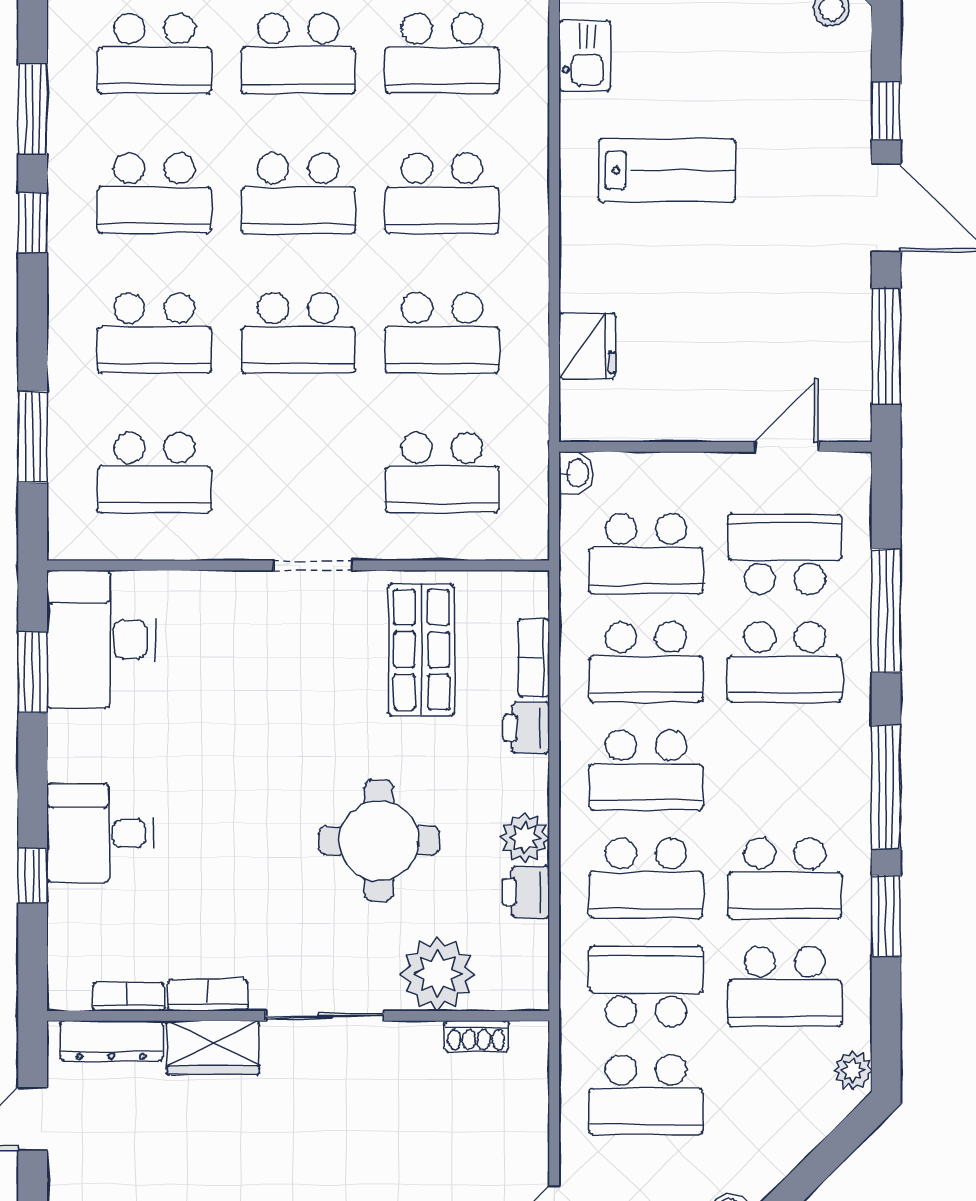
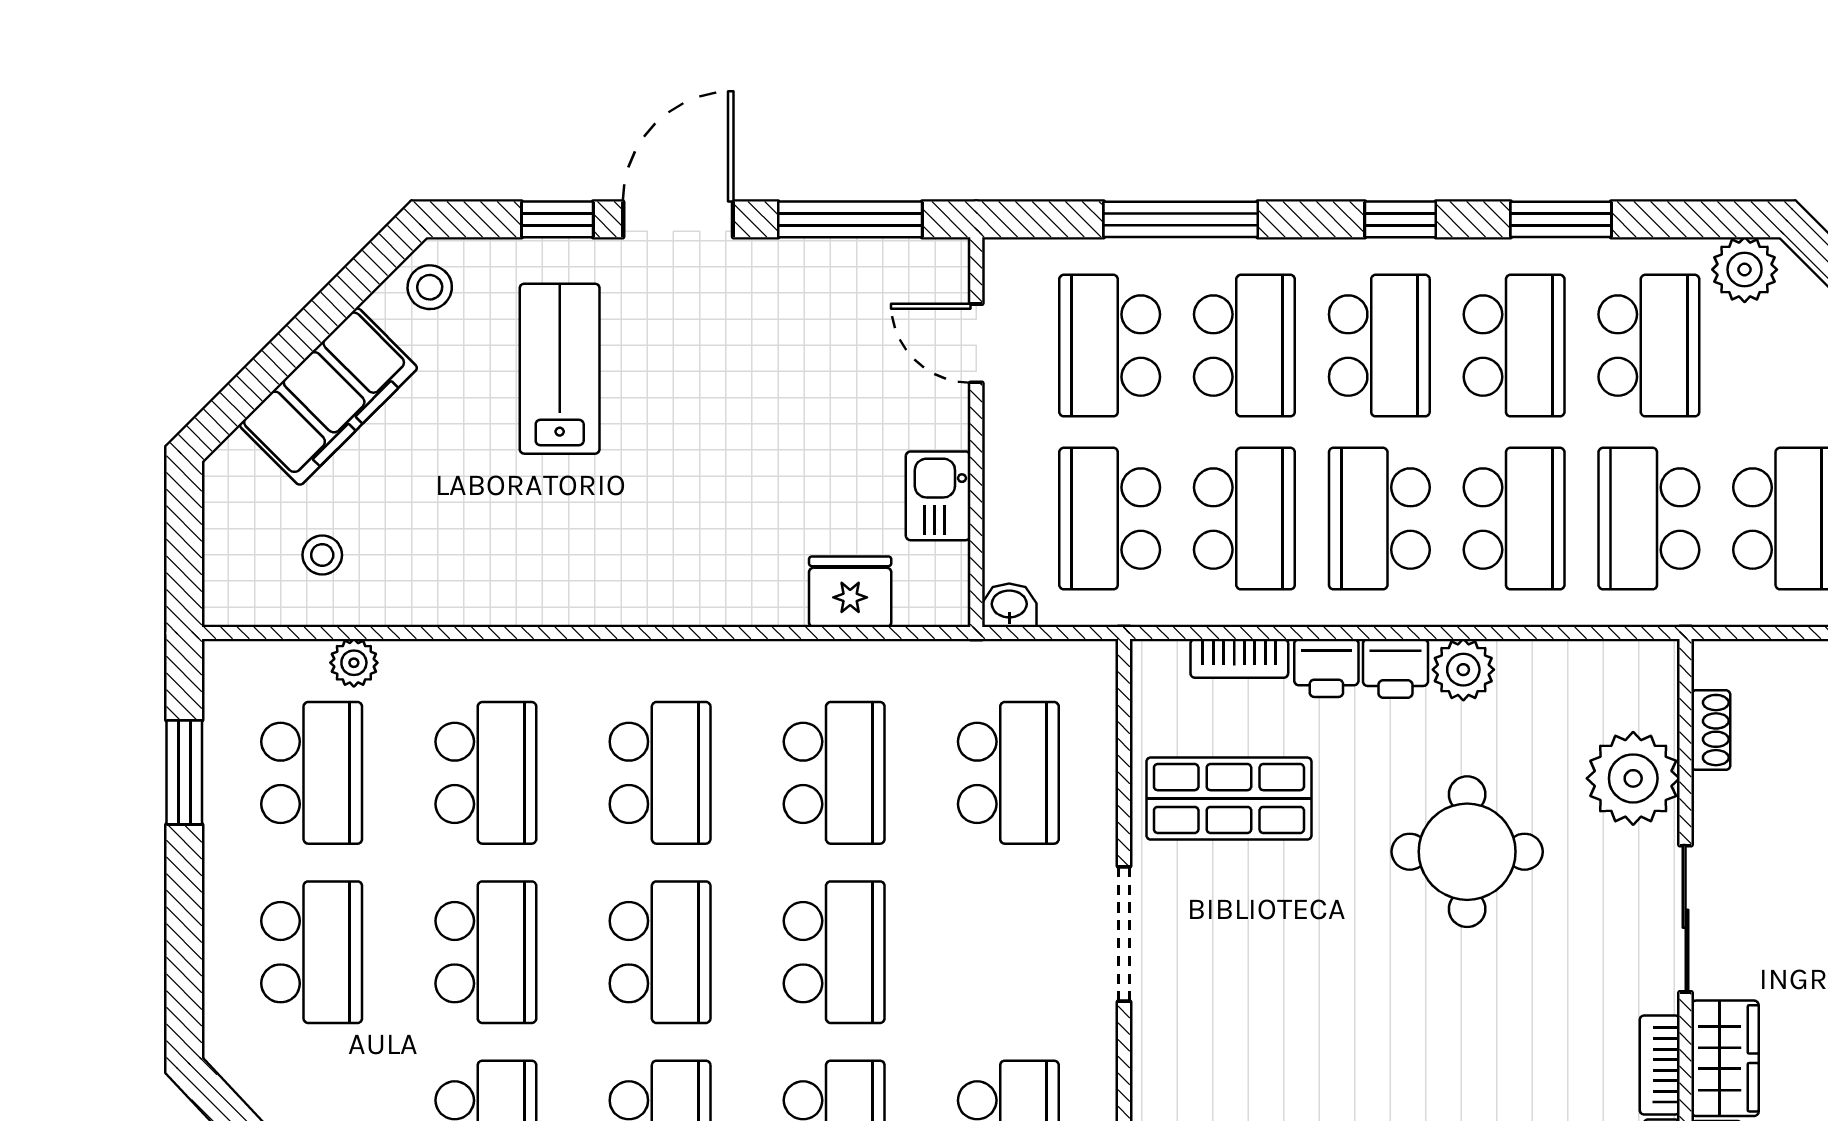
kitchen sink: (585, 56) -> (938, 496), moved, turned -90
lab bench: (667, 170) -> (560, 369), moved
school desk: (646, 554) -> (1110, 519), turned 180
doorway: (313, 565) -> (1124, 934), width x1.38
school desk: (646, 770) -> (1379, 519), turned 180
school desk: (785, 770) -> (1379, 346), added
window: (886, 787) -> (1400, 219), width x0.46
printer: (526, 892) -> (1395, 668), moved
plant: (853, 1070) -> (1745, 270), width x1.38, depth x1.38

